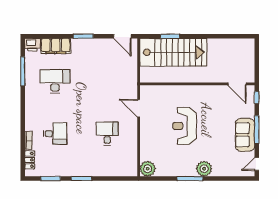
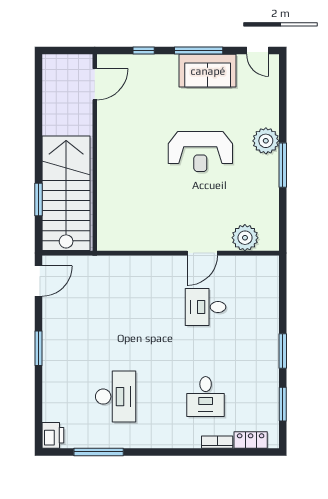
filing cabinet: (56, 46) -> (55, 395), removed
desk: (55, 81) -> (116, 397), turned 180
wall: (197, 84) -> (95, 153), moved
door: (237, 84) -> (95, 84), moved
door: (139, 108) -> (202, 253), moved
reception desk: (185, 126) -> (200, 152), moved
desk: (55, 134) -> (206, 397), turned 180
plant: (148, 169) -> (245, 238), moved

